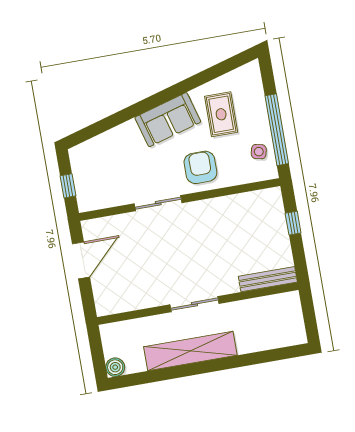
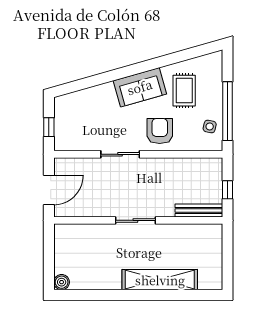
bench: (268, 279) -> (199, 210), moved
sliding door: (195, 304) -> (135, 220), moved
wall: (198, 304) -> (138, 220), moved
shelving: (190, 351) -> (160, 280), moved

